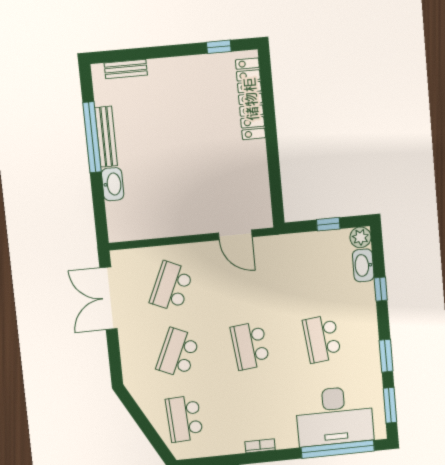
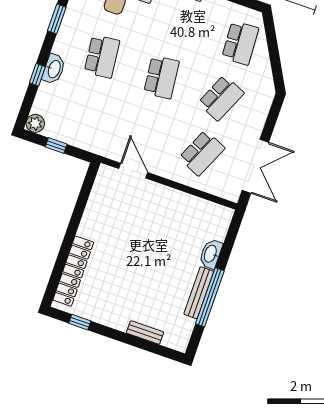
bench: (126, 69) -> (145, 333), moved
washbasin: (363, 265) -> (54, 69), moved

